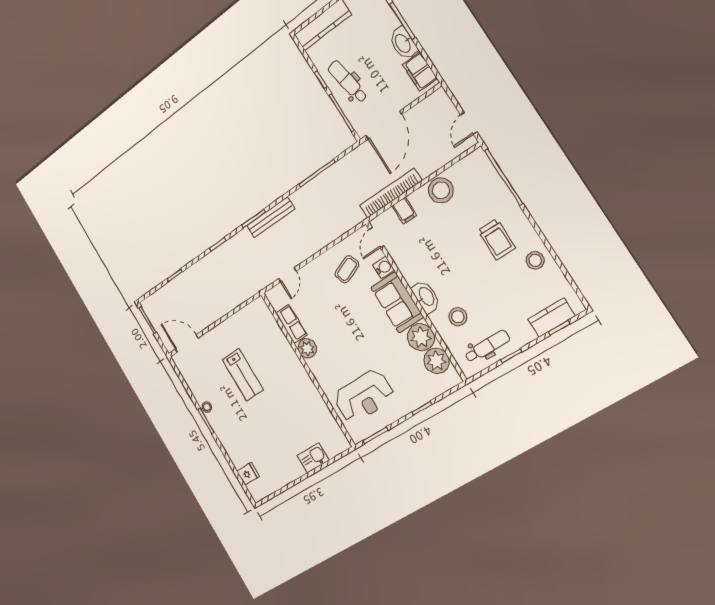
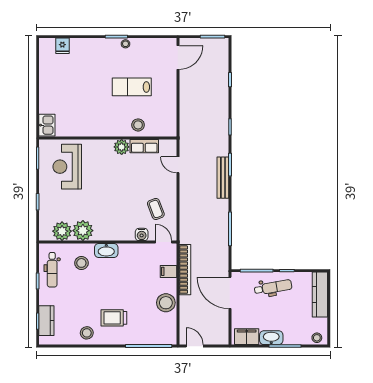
sofa: (397, 302) -> (114, 229), removed
stool: (275, 344) -> (138, 125), added
kitchen sink: (313, 458) -> (47, 125), moved

